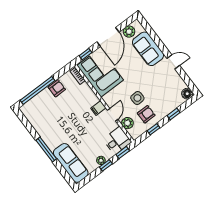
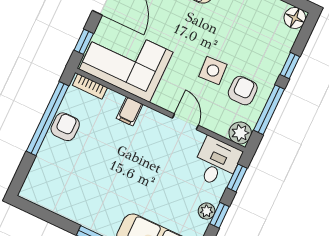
window: (37, 90) -> (48, 119), moved
filing cabinet: (98, 108) -> (130, 111), moved
plant: (127, 123) -> (240, 133), moved
window: (154, 129) -> (269, 110), width x2.17

